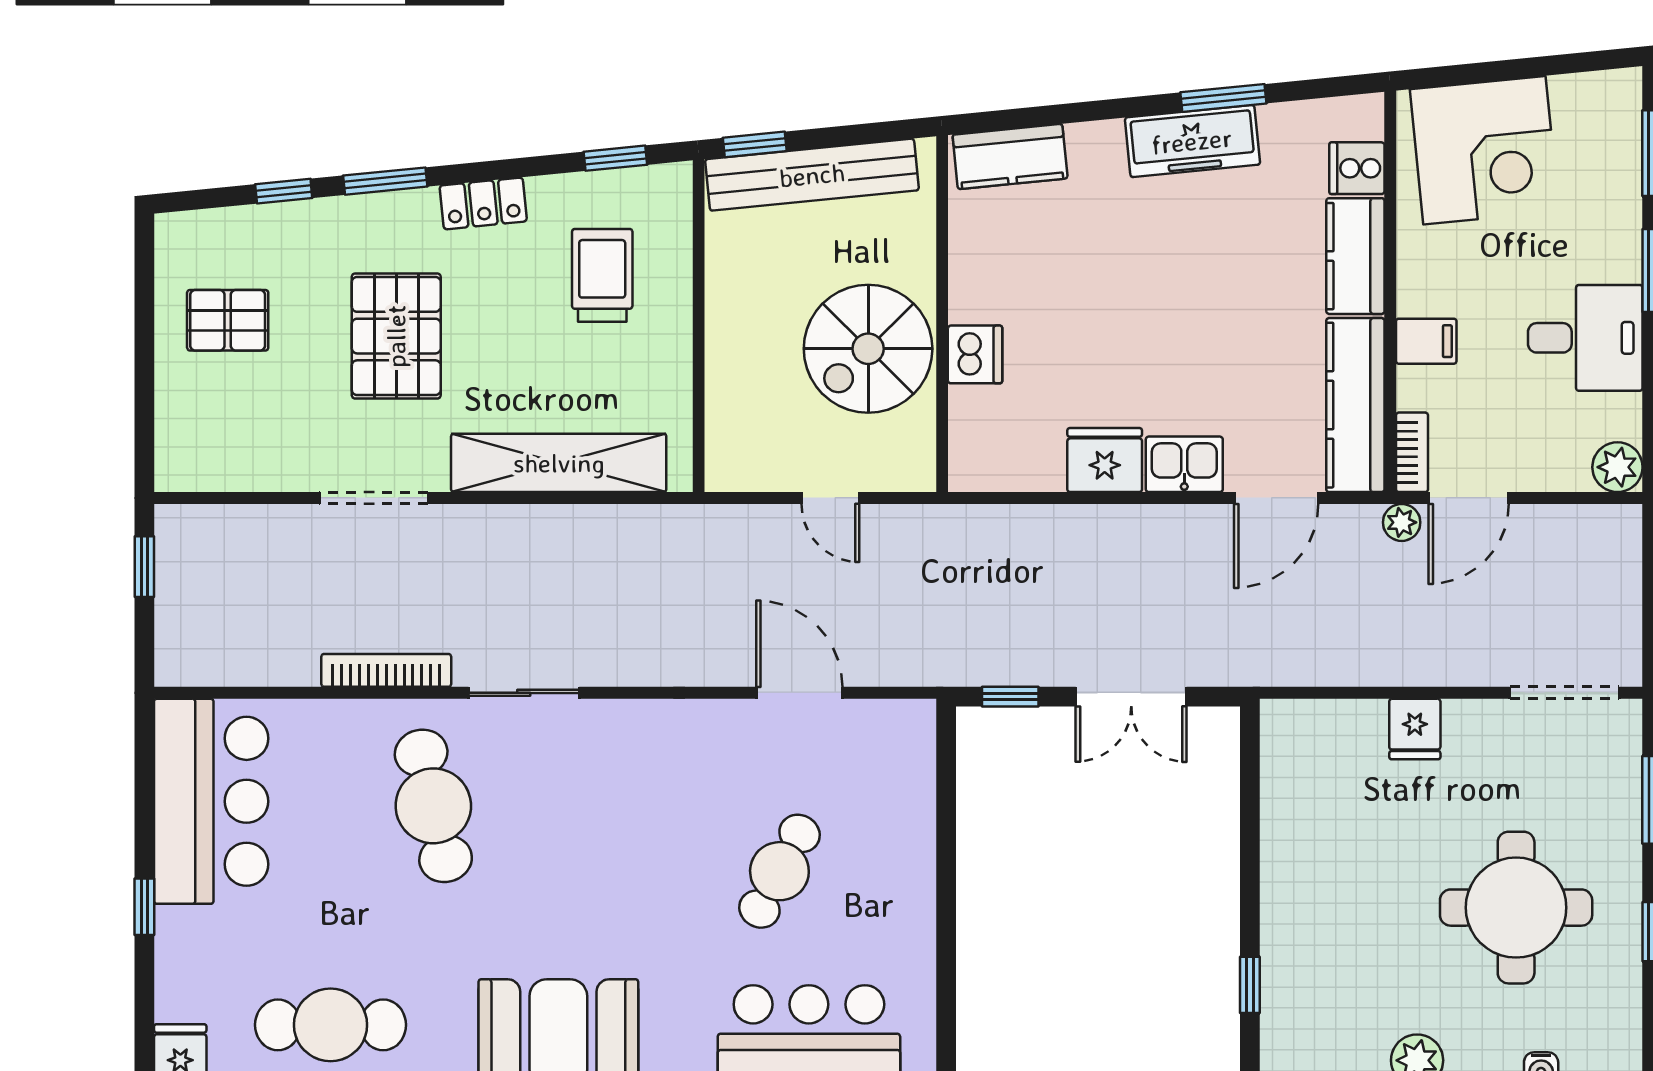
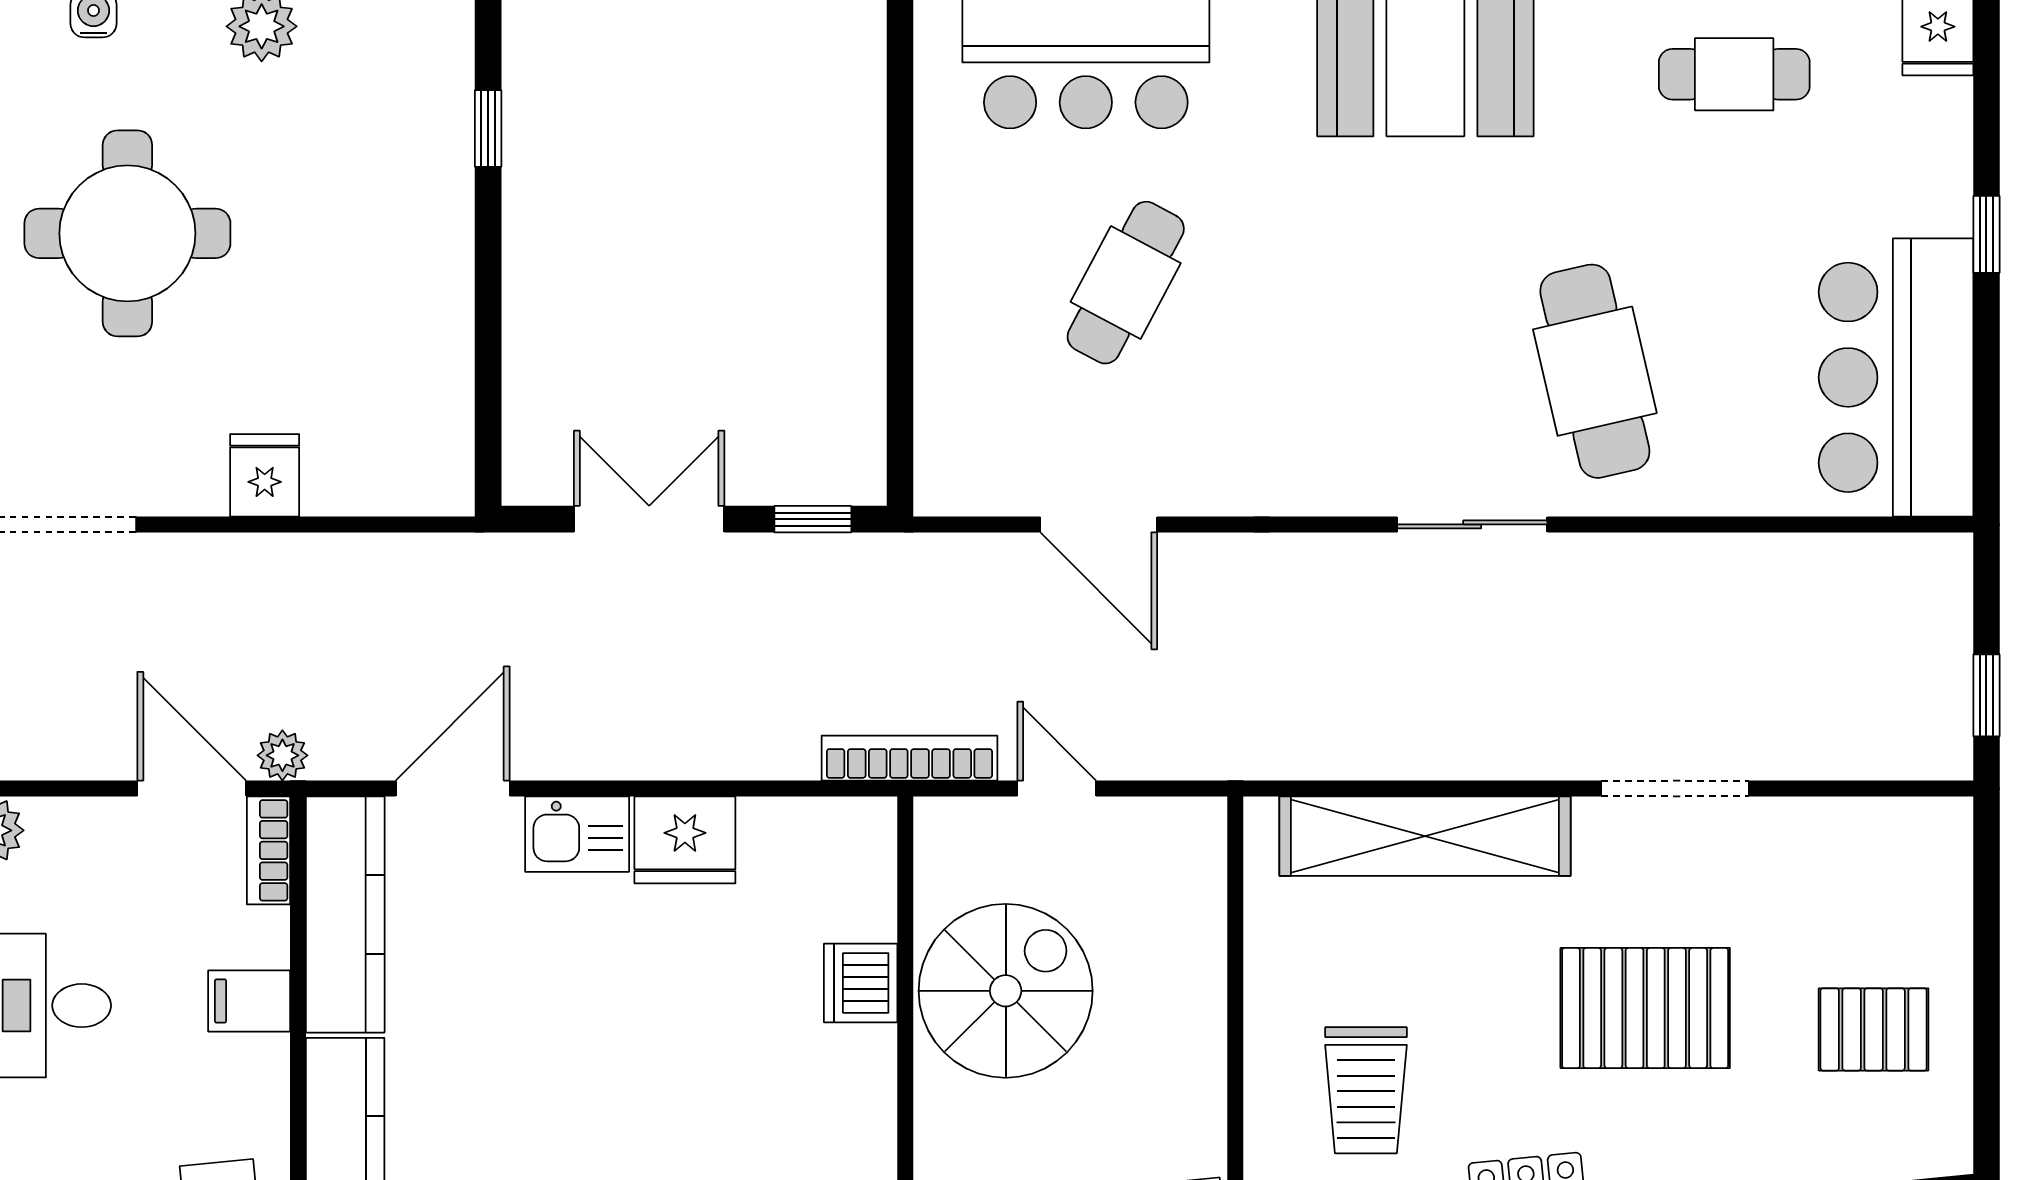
pallet: (396, 336) -> (1645, 1008), turned 90
door: (1469, 498) -> (192, 788), hinge flipped
bookcase: (386, 670) -> (909, 758), moved, turned 180
cafe table: (331, 1025) -> (1734, 74), width x0.73, depth x0.74

